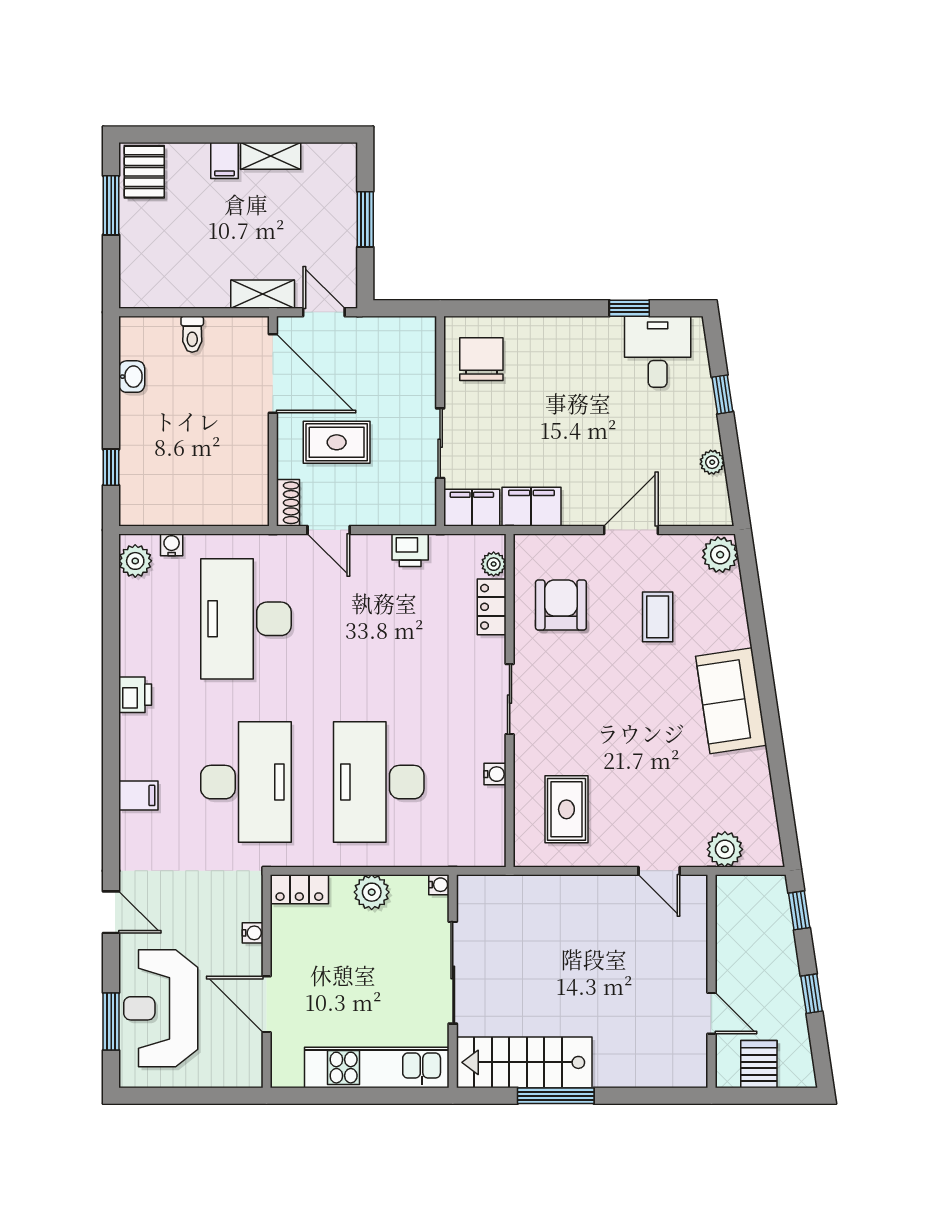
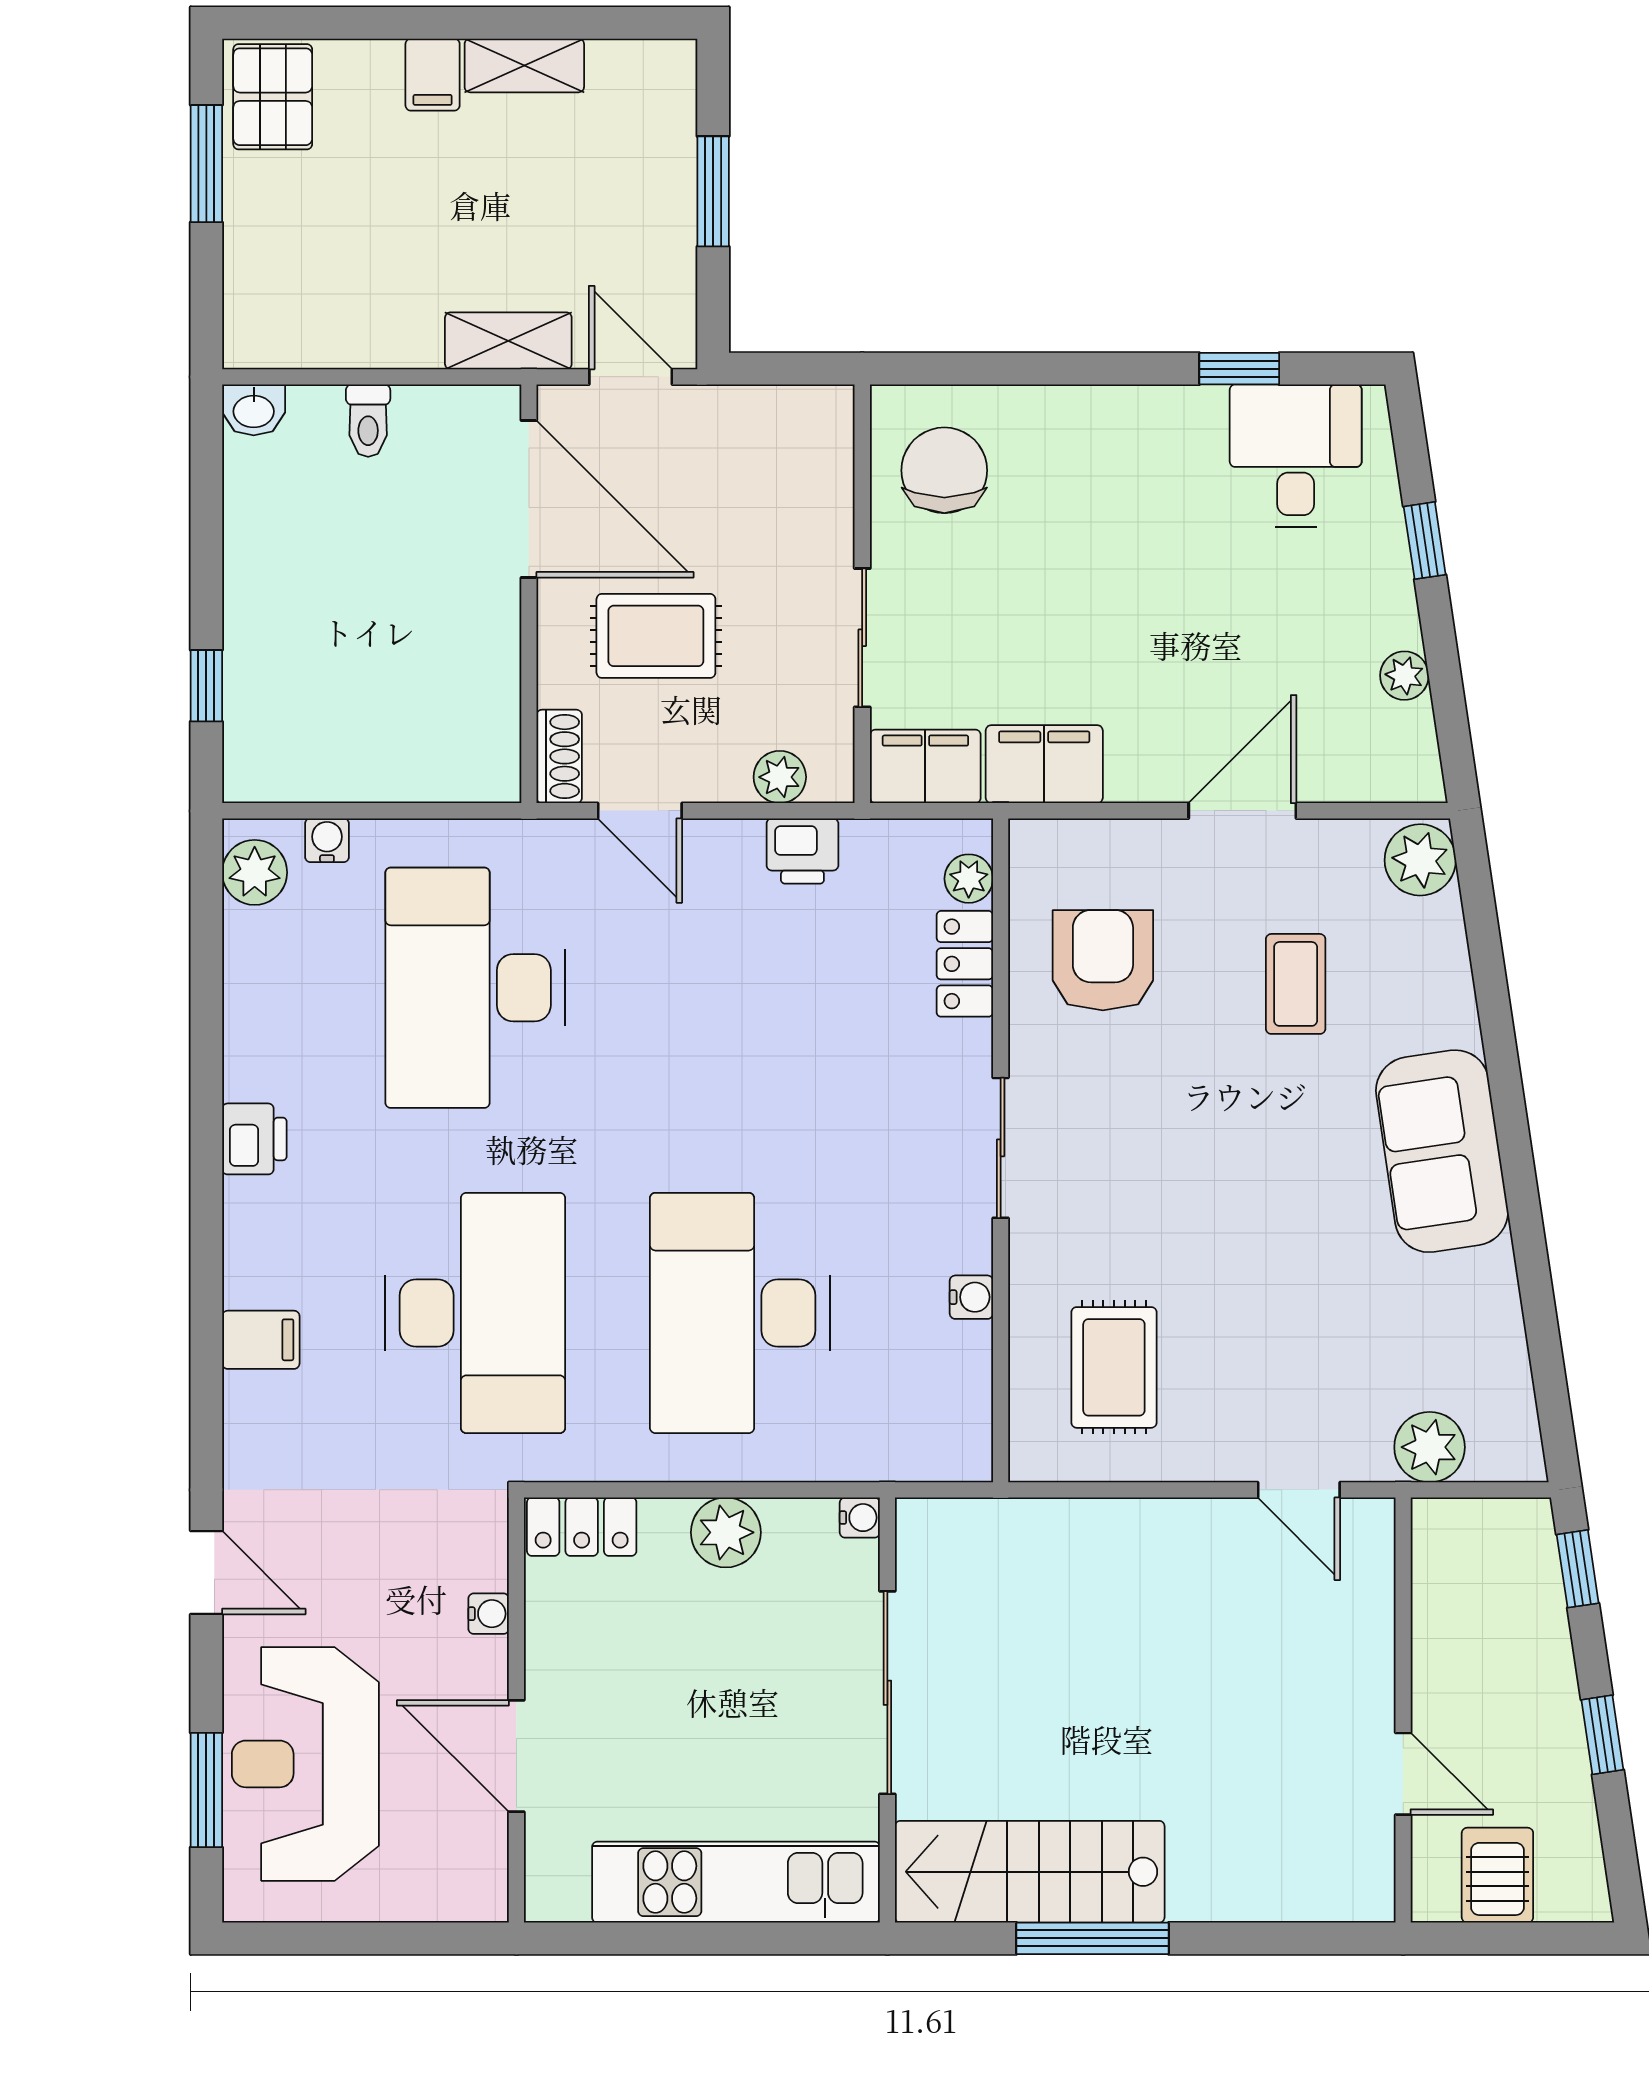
washbasin: (132, 377) -> (254, 410), moved, turned 90
plant: (399, 513) -> (780, 777), added

